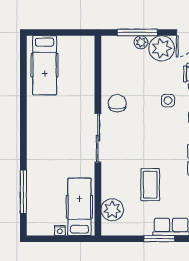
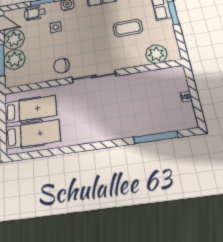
plant: (141, 42) -> (14, 59), width x1.88, depth x1.88
hospital bed: (79, 207) -> (30, 109), moved, turned 180

